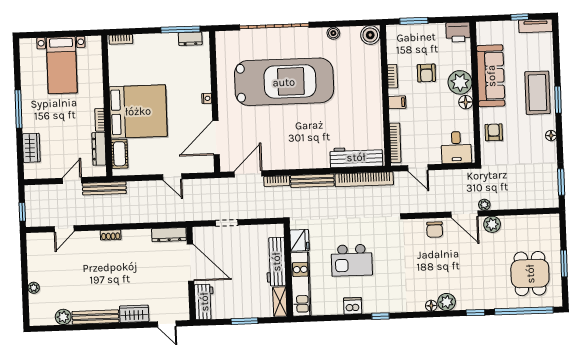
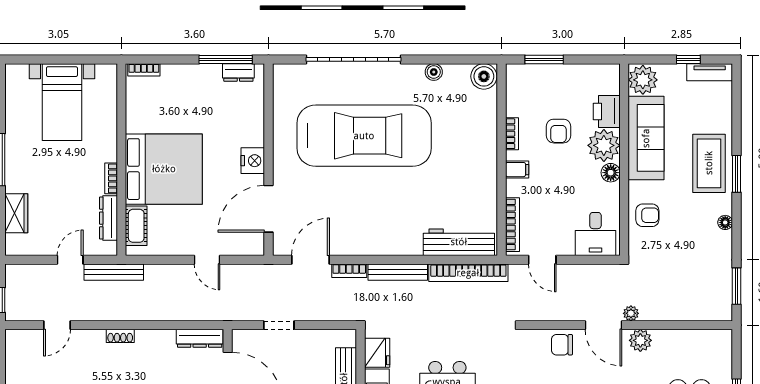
printer: (458, 32) -> (607, 111), moved, turned 90
plant: (487, 33) -> (643, 80), added
nightstand: (207, 98) -> (253, 161), width x1.89, depth x1.79
armchair: (494, 132) -> (647, 215), turned 90
chair: (435, 230) -> (562, 345), turned 90

